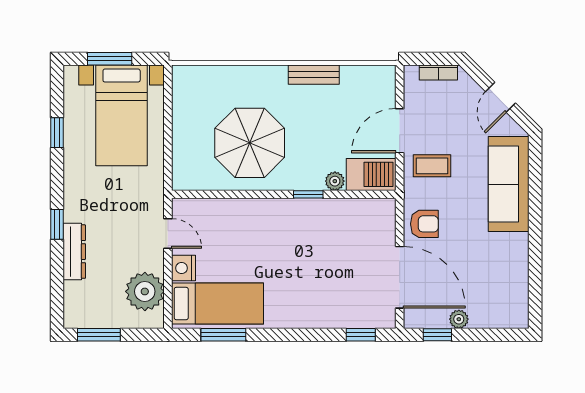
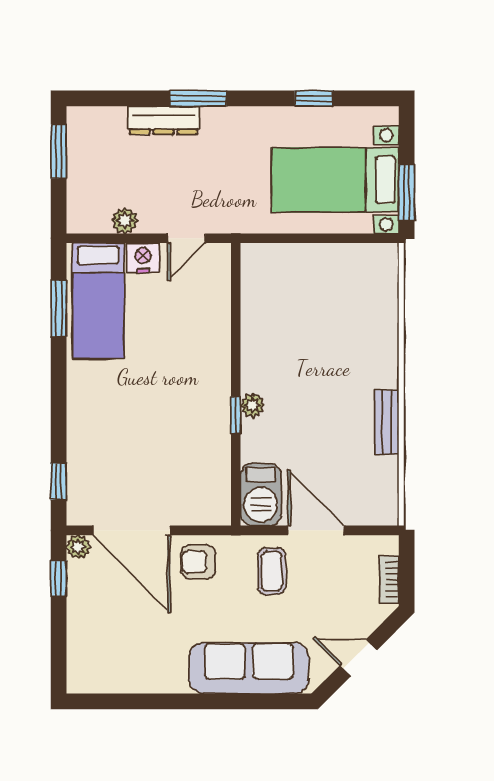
window: (110, 59) -> (407, 193), moved
parasol: (250, 143) -> (301, 341), removed
plant: (335, 181) -> (252, 405), moved
window: (57, 224) -> (198, 98), width x1.50
armchair: (424, 224) -> (198, 562), turned 90
door: (400, 277) -> (131, 530), hinge flipped
plant: (145, 291) -> (125, 221), width x0.53, depth x0.53
plant: (459, 319) -> (78, 547), moved

